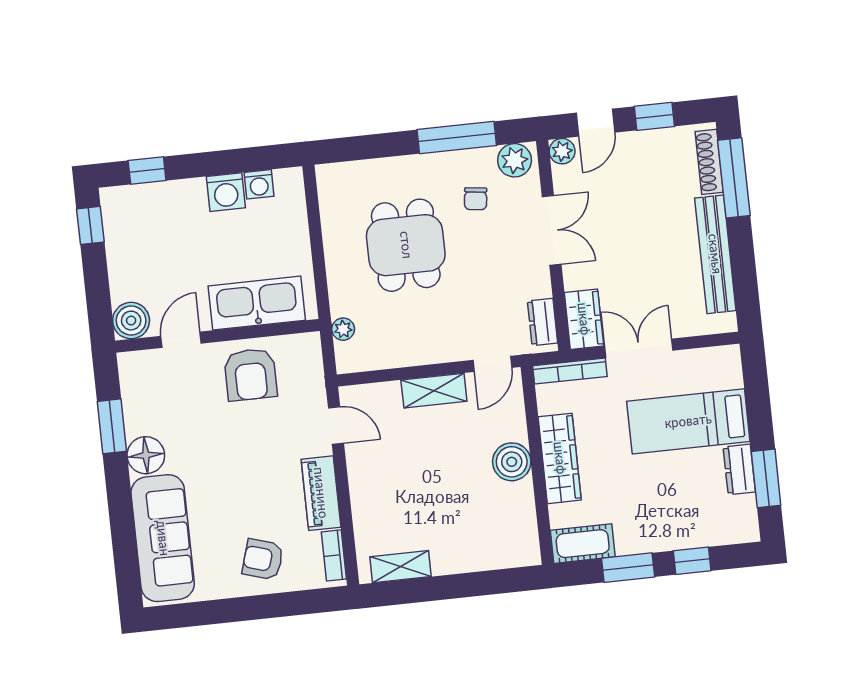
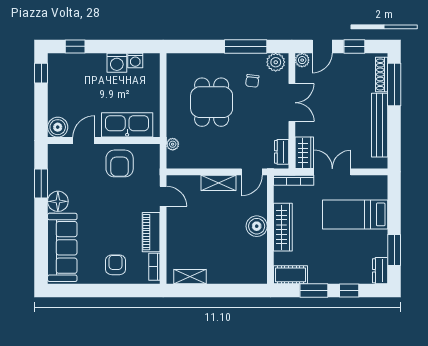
dresser: (739, 469) -> (380, 271), moved
armchair: (263, 559) -> (116, 265), turned 73

